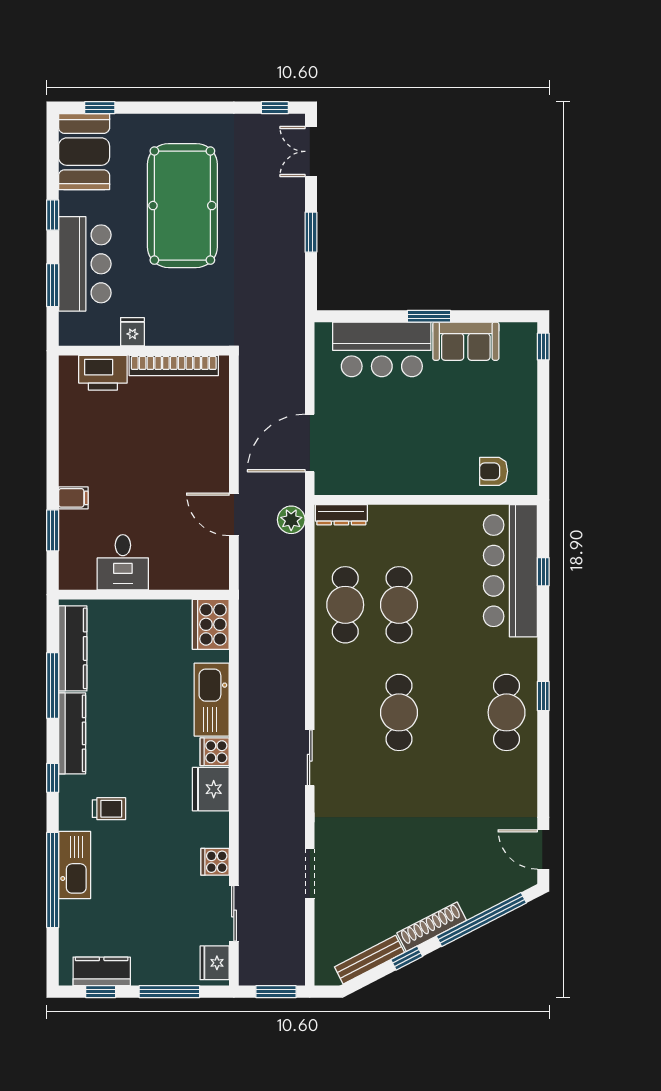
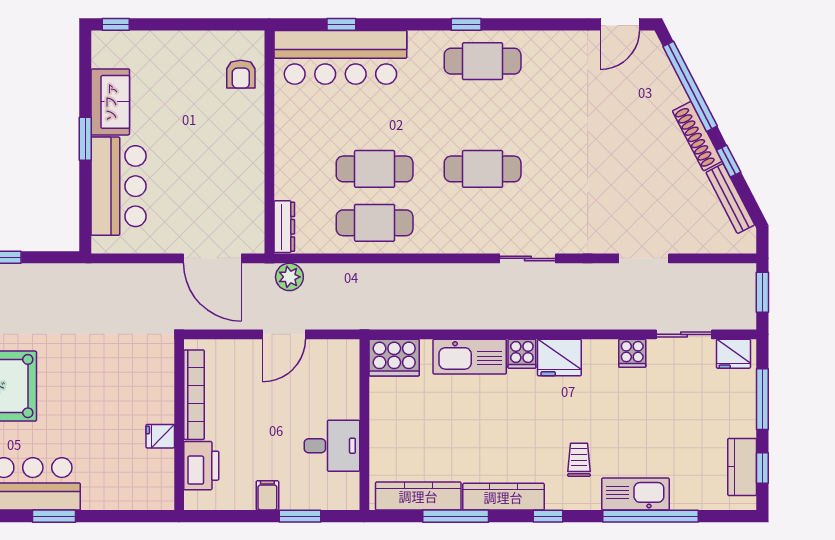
fridge: (132, 332) -> (160, 436), moved
wall: (144, 351) -> (179, 425), moved
bookcase: (174, 365) -> (194, 395), moved
printer: (103, 373) -> (201, 466), moved

